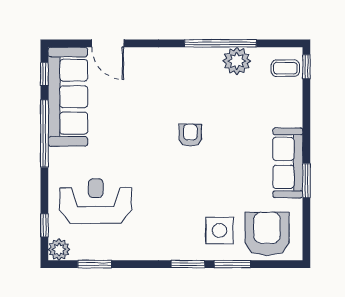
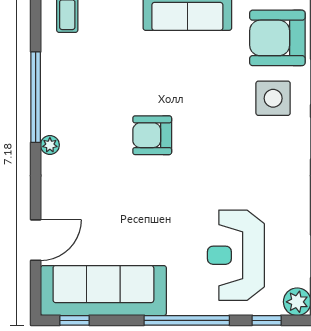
plant: (237, 61) -> (50, 145), moved, width x0.53, depth x0.53
window: (44, 134) -> (187, 320), moved
armchair: (190, 135) -> (152, 135), width x1.38, depth x1.38

